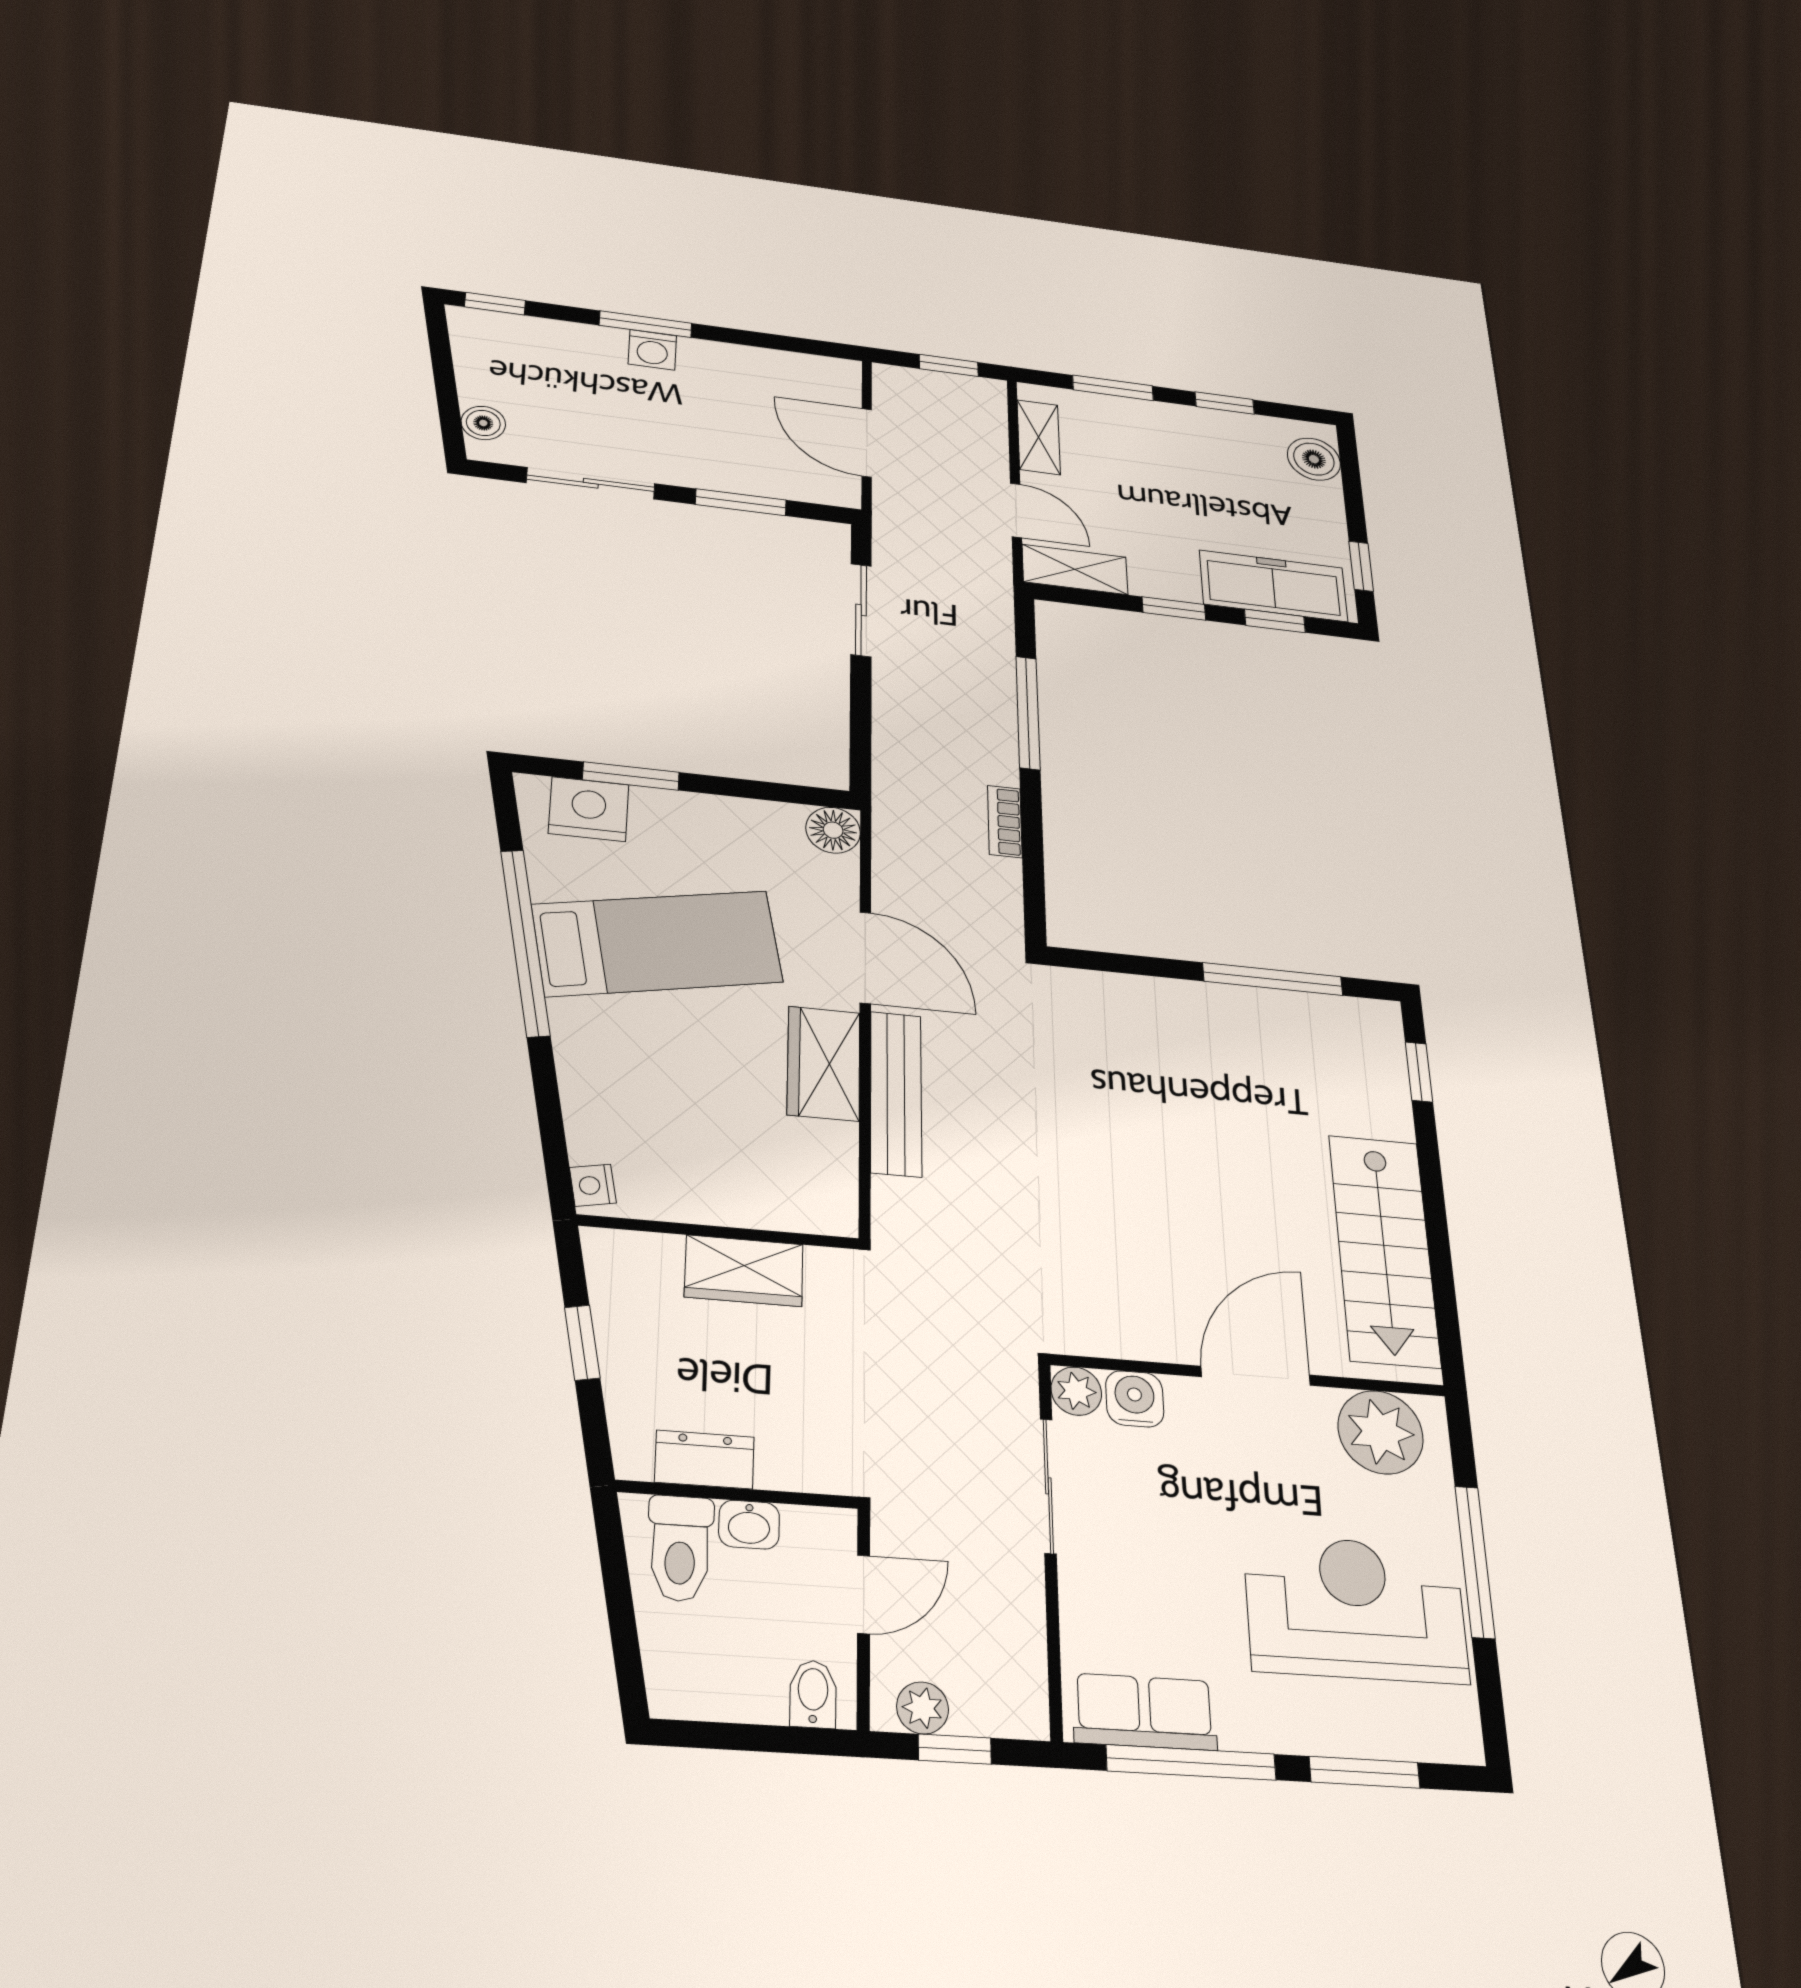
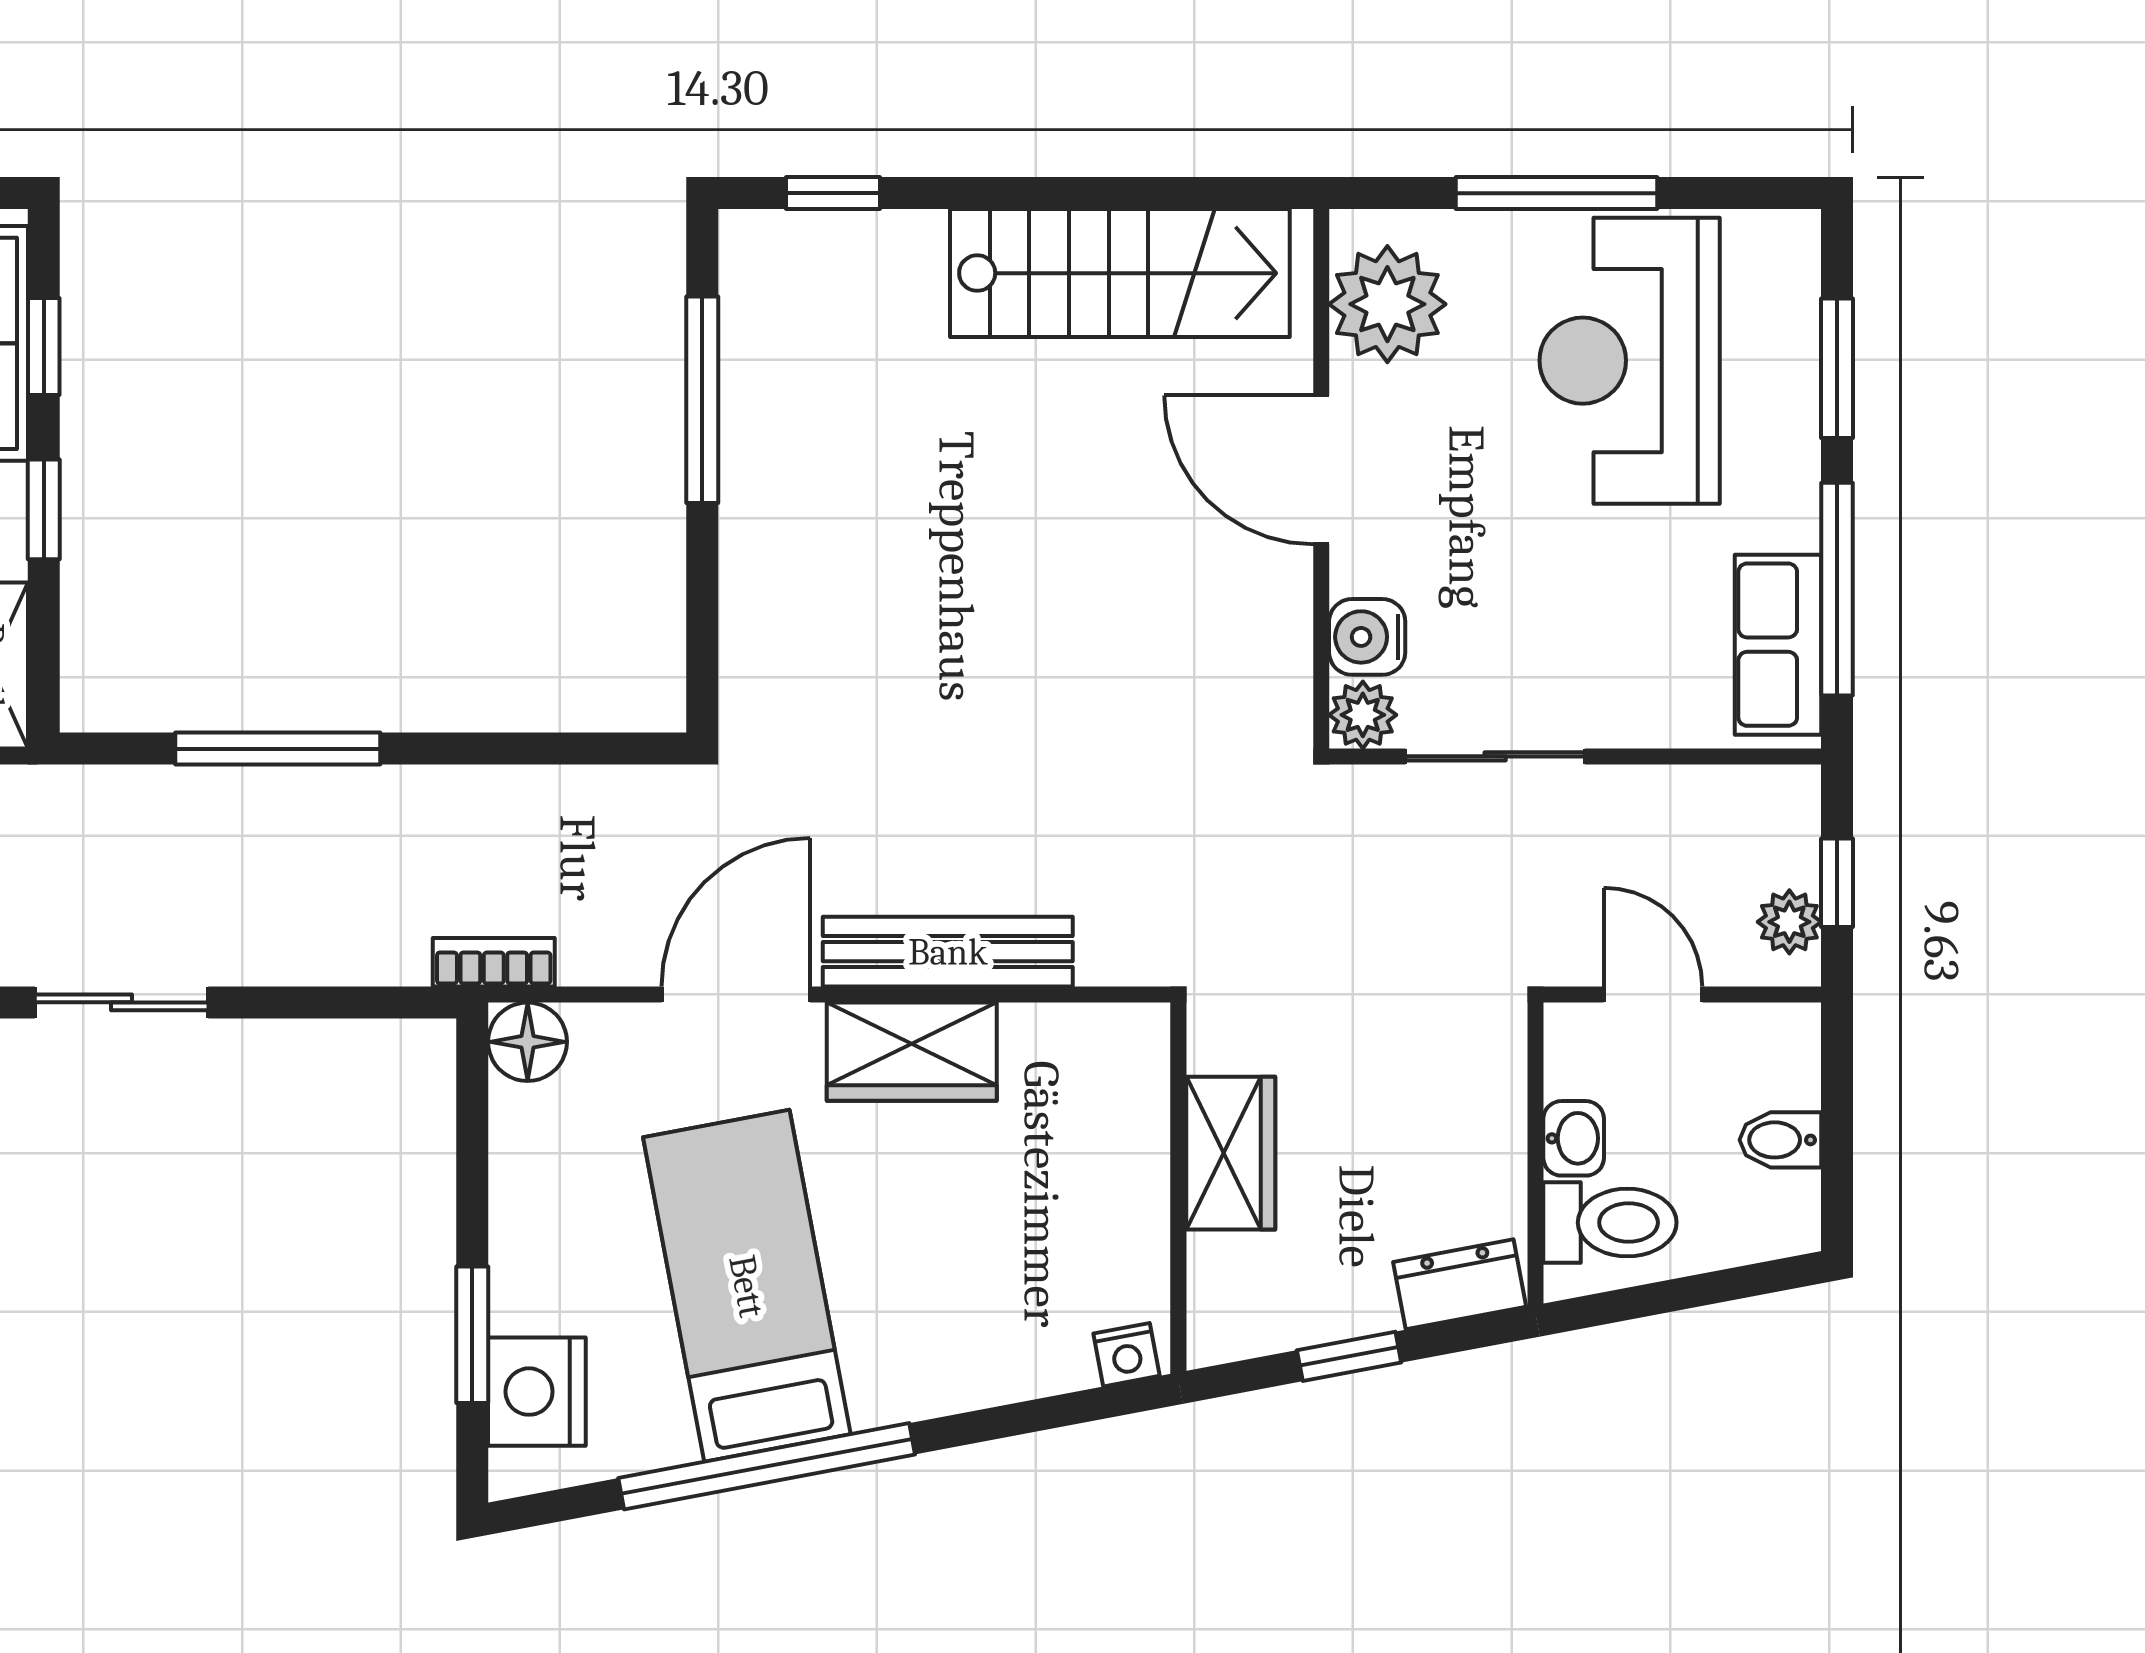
bookcase: (1005, 822) -> (494, 962), moved, turned 180
dresser: (705, 1460) -> (1460, 1284), moved, turned 79
bidet: (813, 1694) -> (1780, 1140), moved

